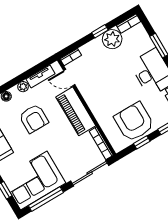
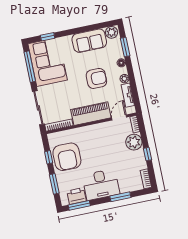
plant: (112, 39) -> (134, 142), moved
armchair: (34, 119) -> (96, 78), turned 180
armchair: (134, 122) -> (67, 157), turned 90

